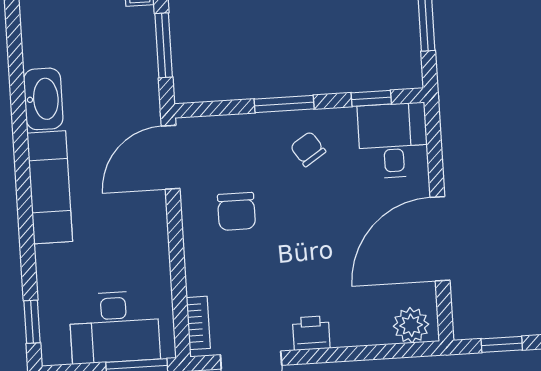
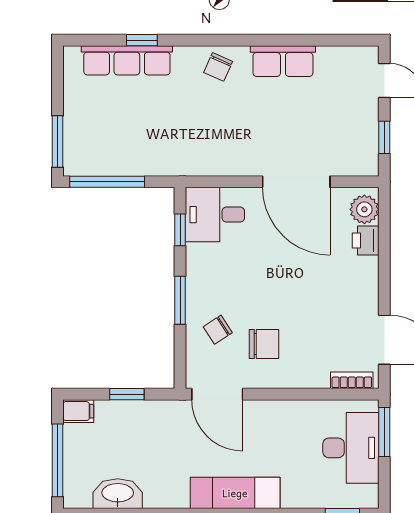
window: (164, 45) -> (127, 394), width x0.67
washbasin: (43, 99) -> (118, 494), moved
chair: (308, 149) -> (218, 330), moved
printer: (311, 333) -> (366, 241), moved

